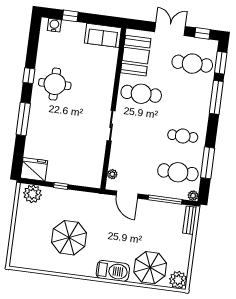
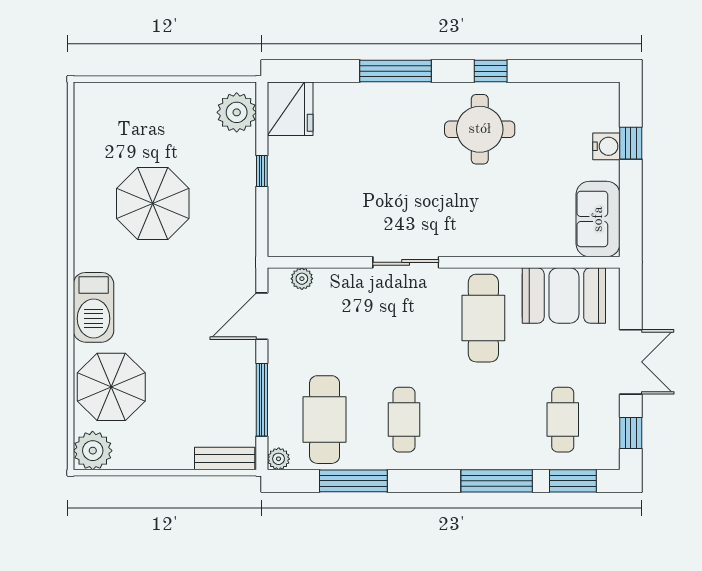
water cooler: (54, 25) -> (606, 146), moved
cafe table: (192, 64) -> (563, 420), width x0.73, depth x0.74

